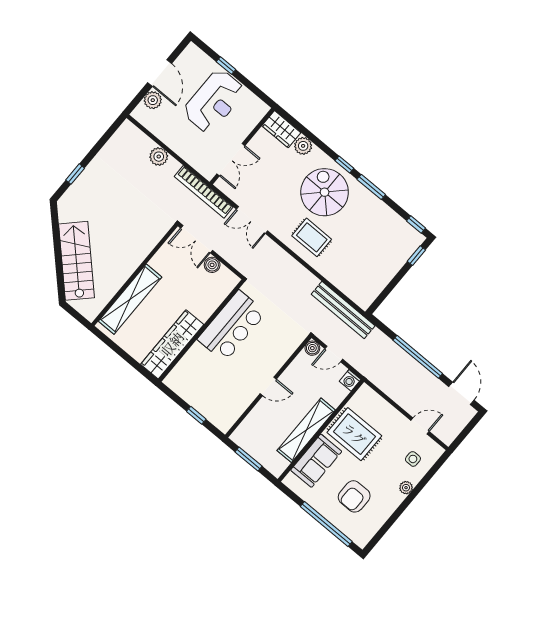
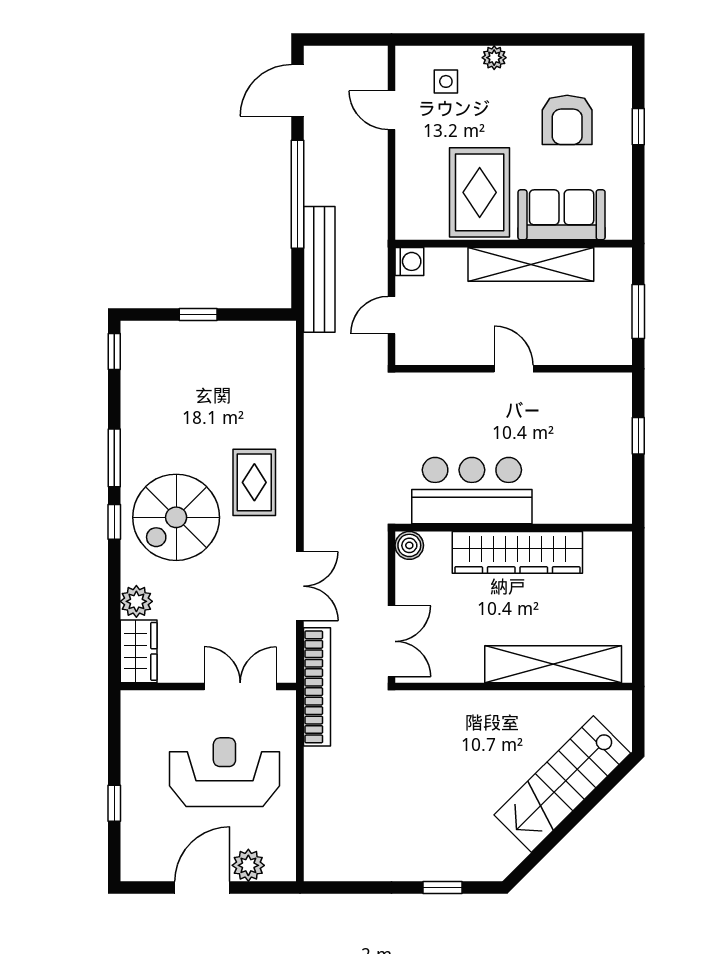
reception desk: (214, 101) -> (224, 772), moved
plant: (159, 157) -> (320, 791), removed
window: (416, 256) -> (198, 314), moved
boiler: (212, 265) -> (409, 545), moved
bench: (343, 310) -> (319, 269), moved
wardrobe: (172, 344) -> (517, 552), moved
boiler: (312, 348) -> (409, 352), removed
door: (334, 354) -> (392, 315), swing flipped
armchair: (354, 496) -> (567, 120), turned 90
window: (326, 524) -> (638, 127), width x0.32

